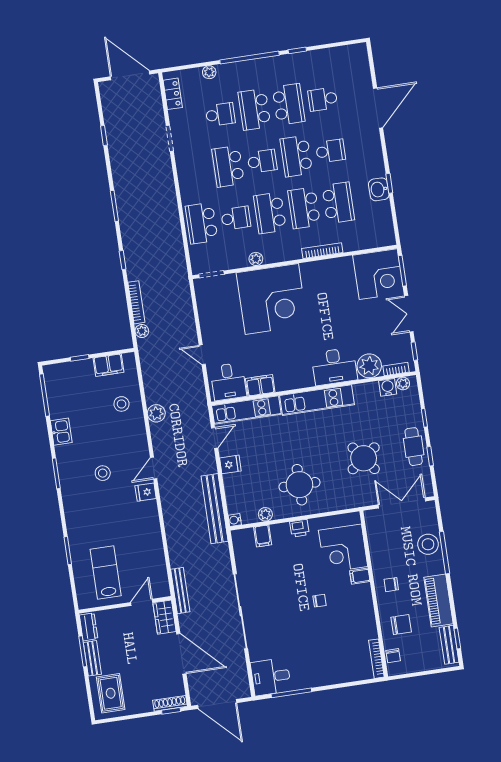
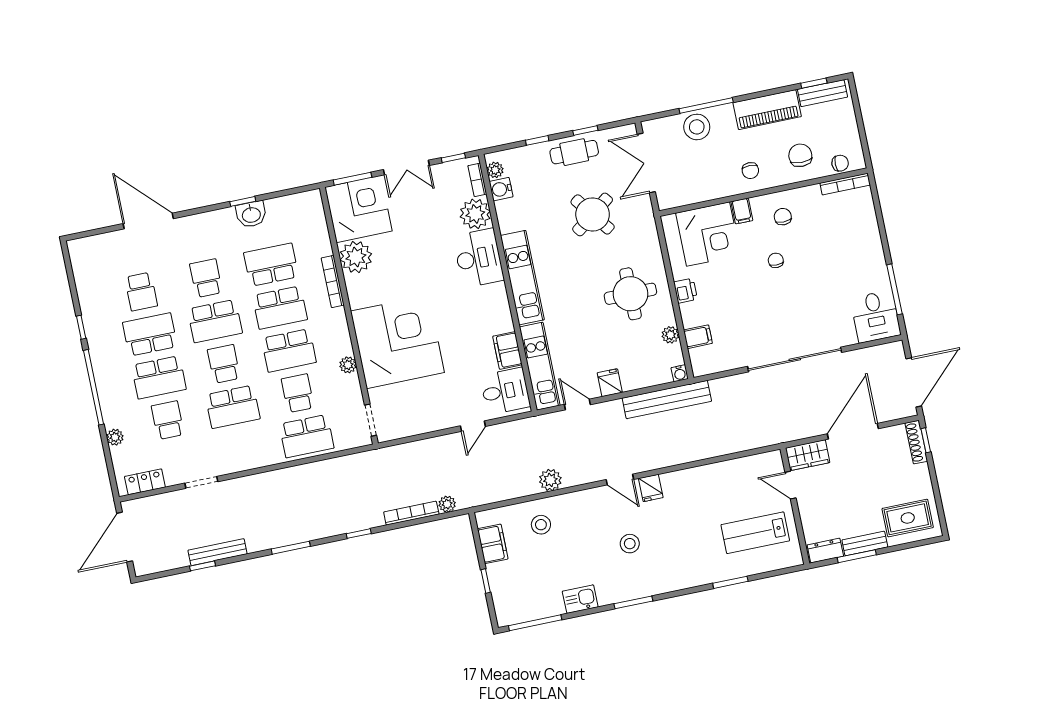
plant: (341, 270) -> (356, 257), added
bench: (180, 591) -> (218, 552), moved
chair: (354, 608) -> (783, 217), added

